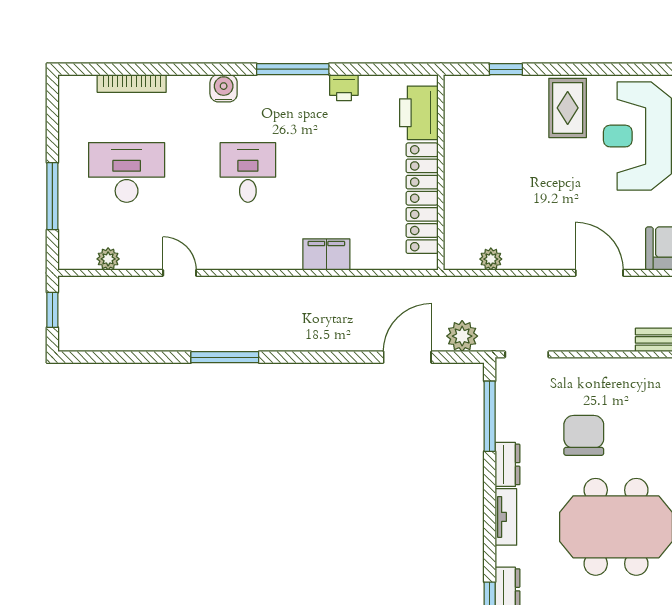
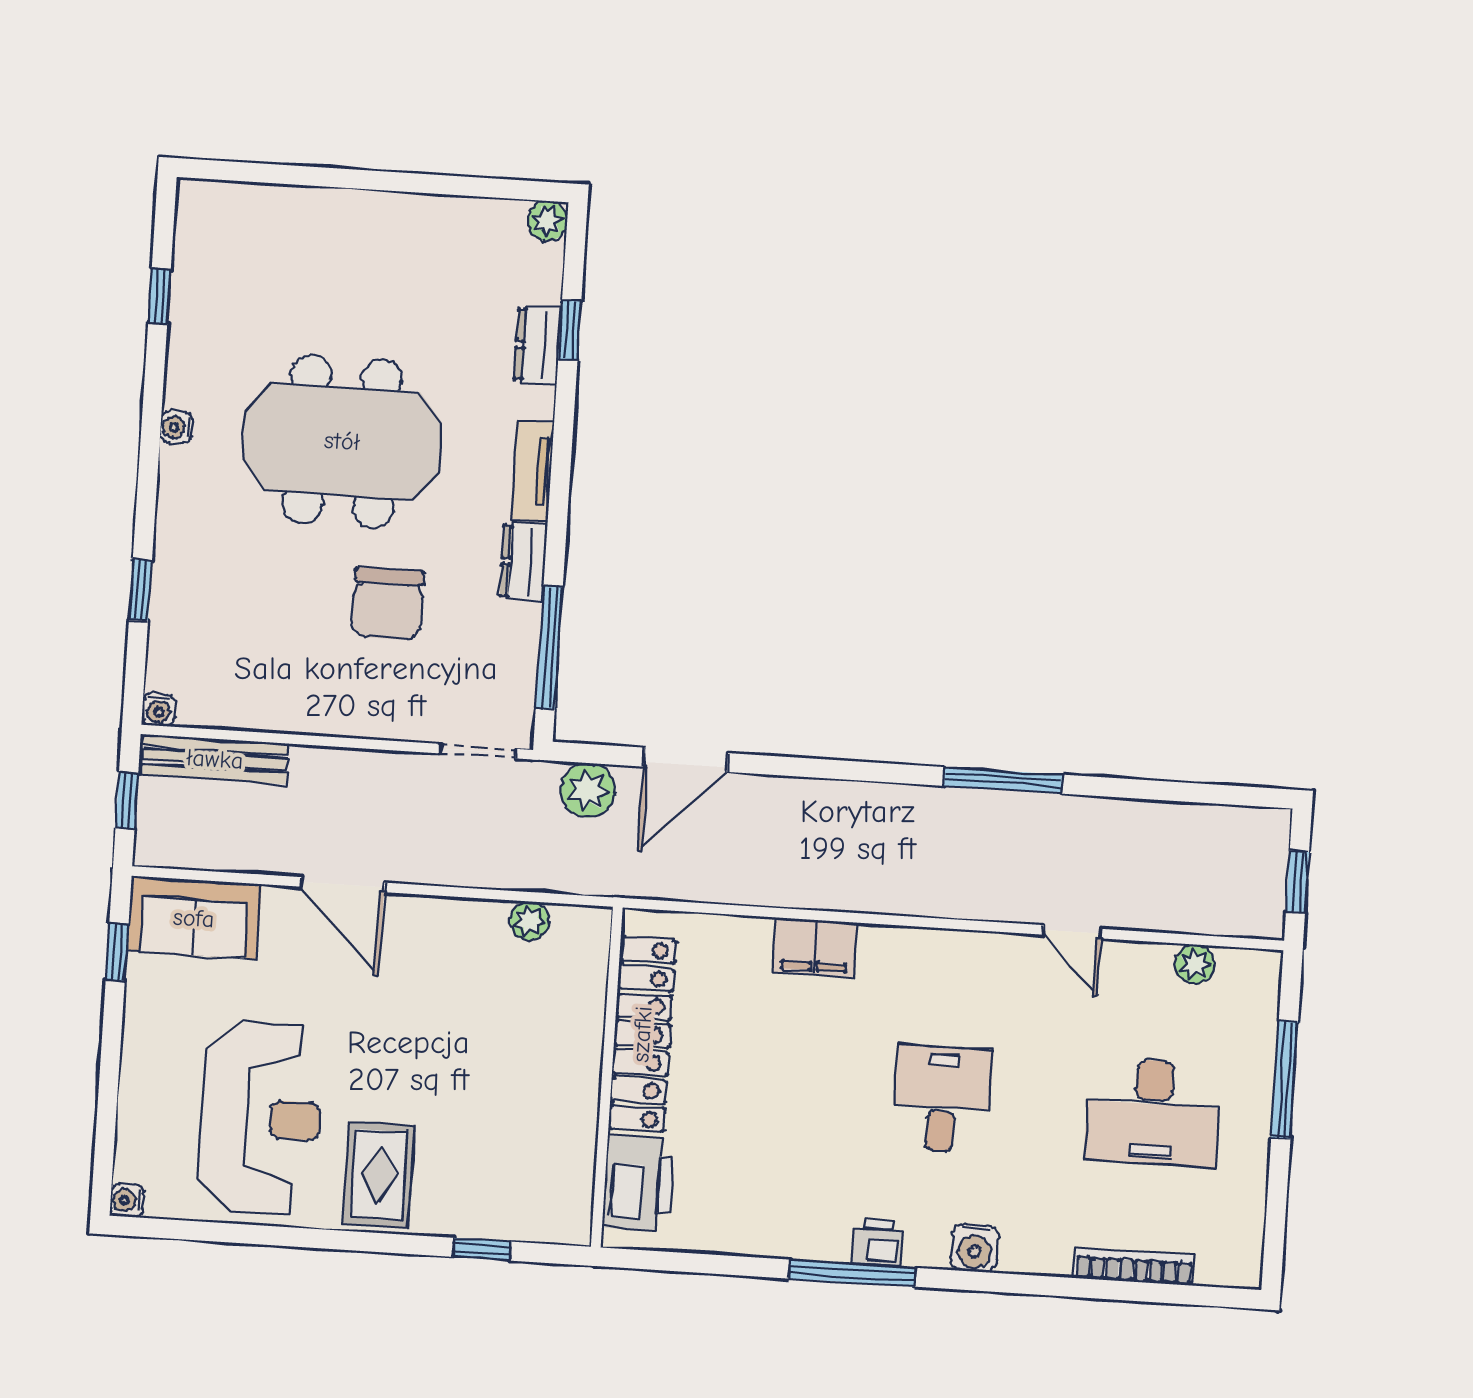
printer: (344, 88) -> (878, 1243), moved
desk: (248, 172) -> (942, 1099), turned 180

